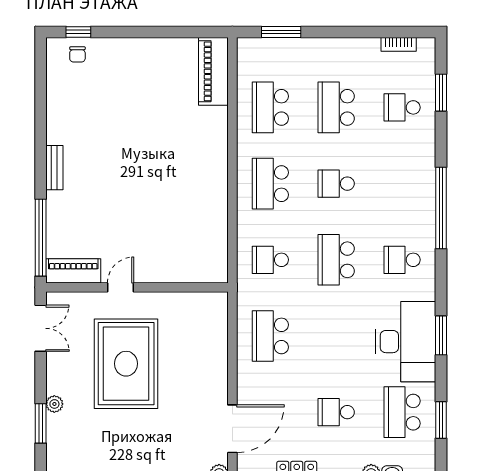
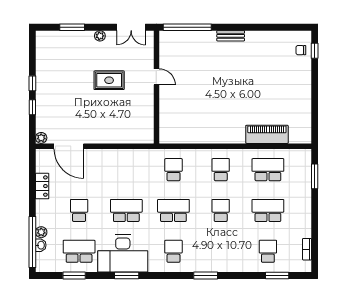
piano: (213, 71) -> (267, 134), moved
school desk: (270, 184) -> (221, 170), width x0.54
window: (441, 208) -> (206, 275), width x0.47
piano: (73, 271) -> (167, 48), removed
school desk: (270, 336) -> (126, 210), moved
rug: (126, 364) -> (109, 80), width x0.54, depth x0.49
plant: (54, 404) -> (100, 36), moved

